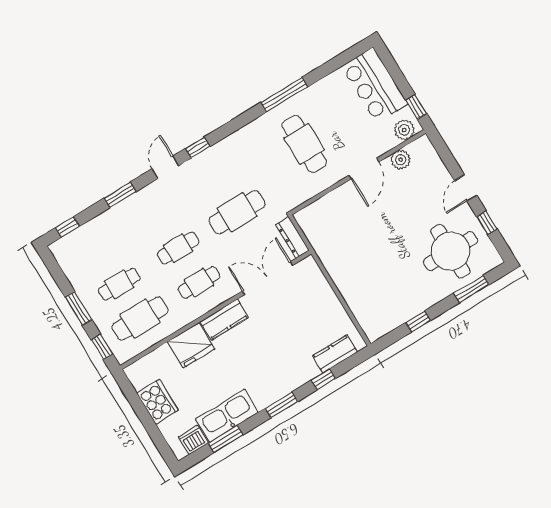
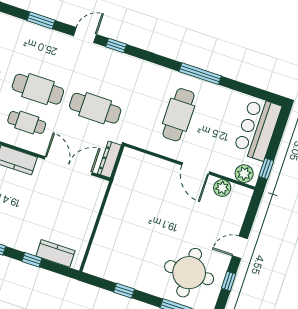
door: (364, 169) -> (196, 168), hinge flipped
cafe table: (178, 248) -> (38, 89), width x1.37, depth x1.35

